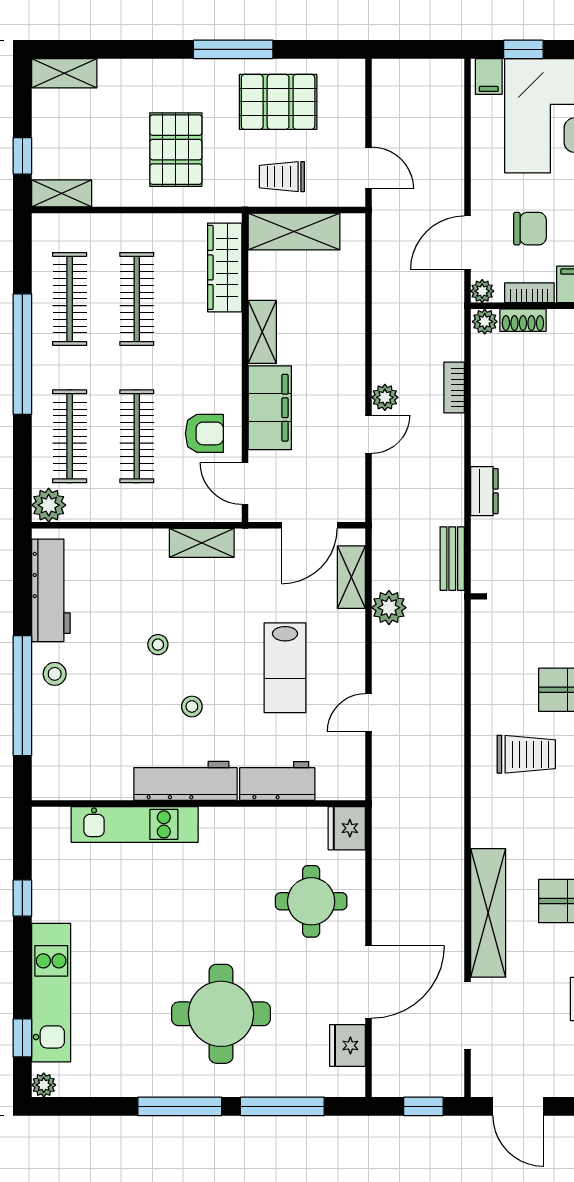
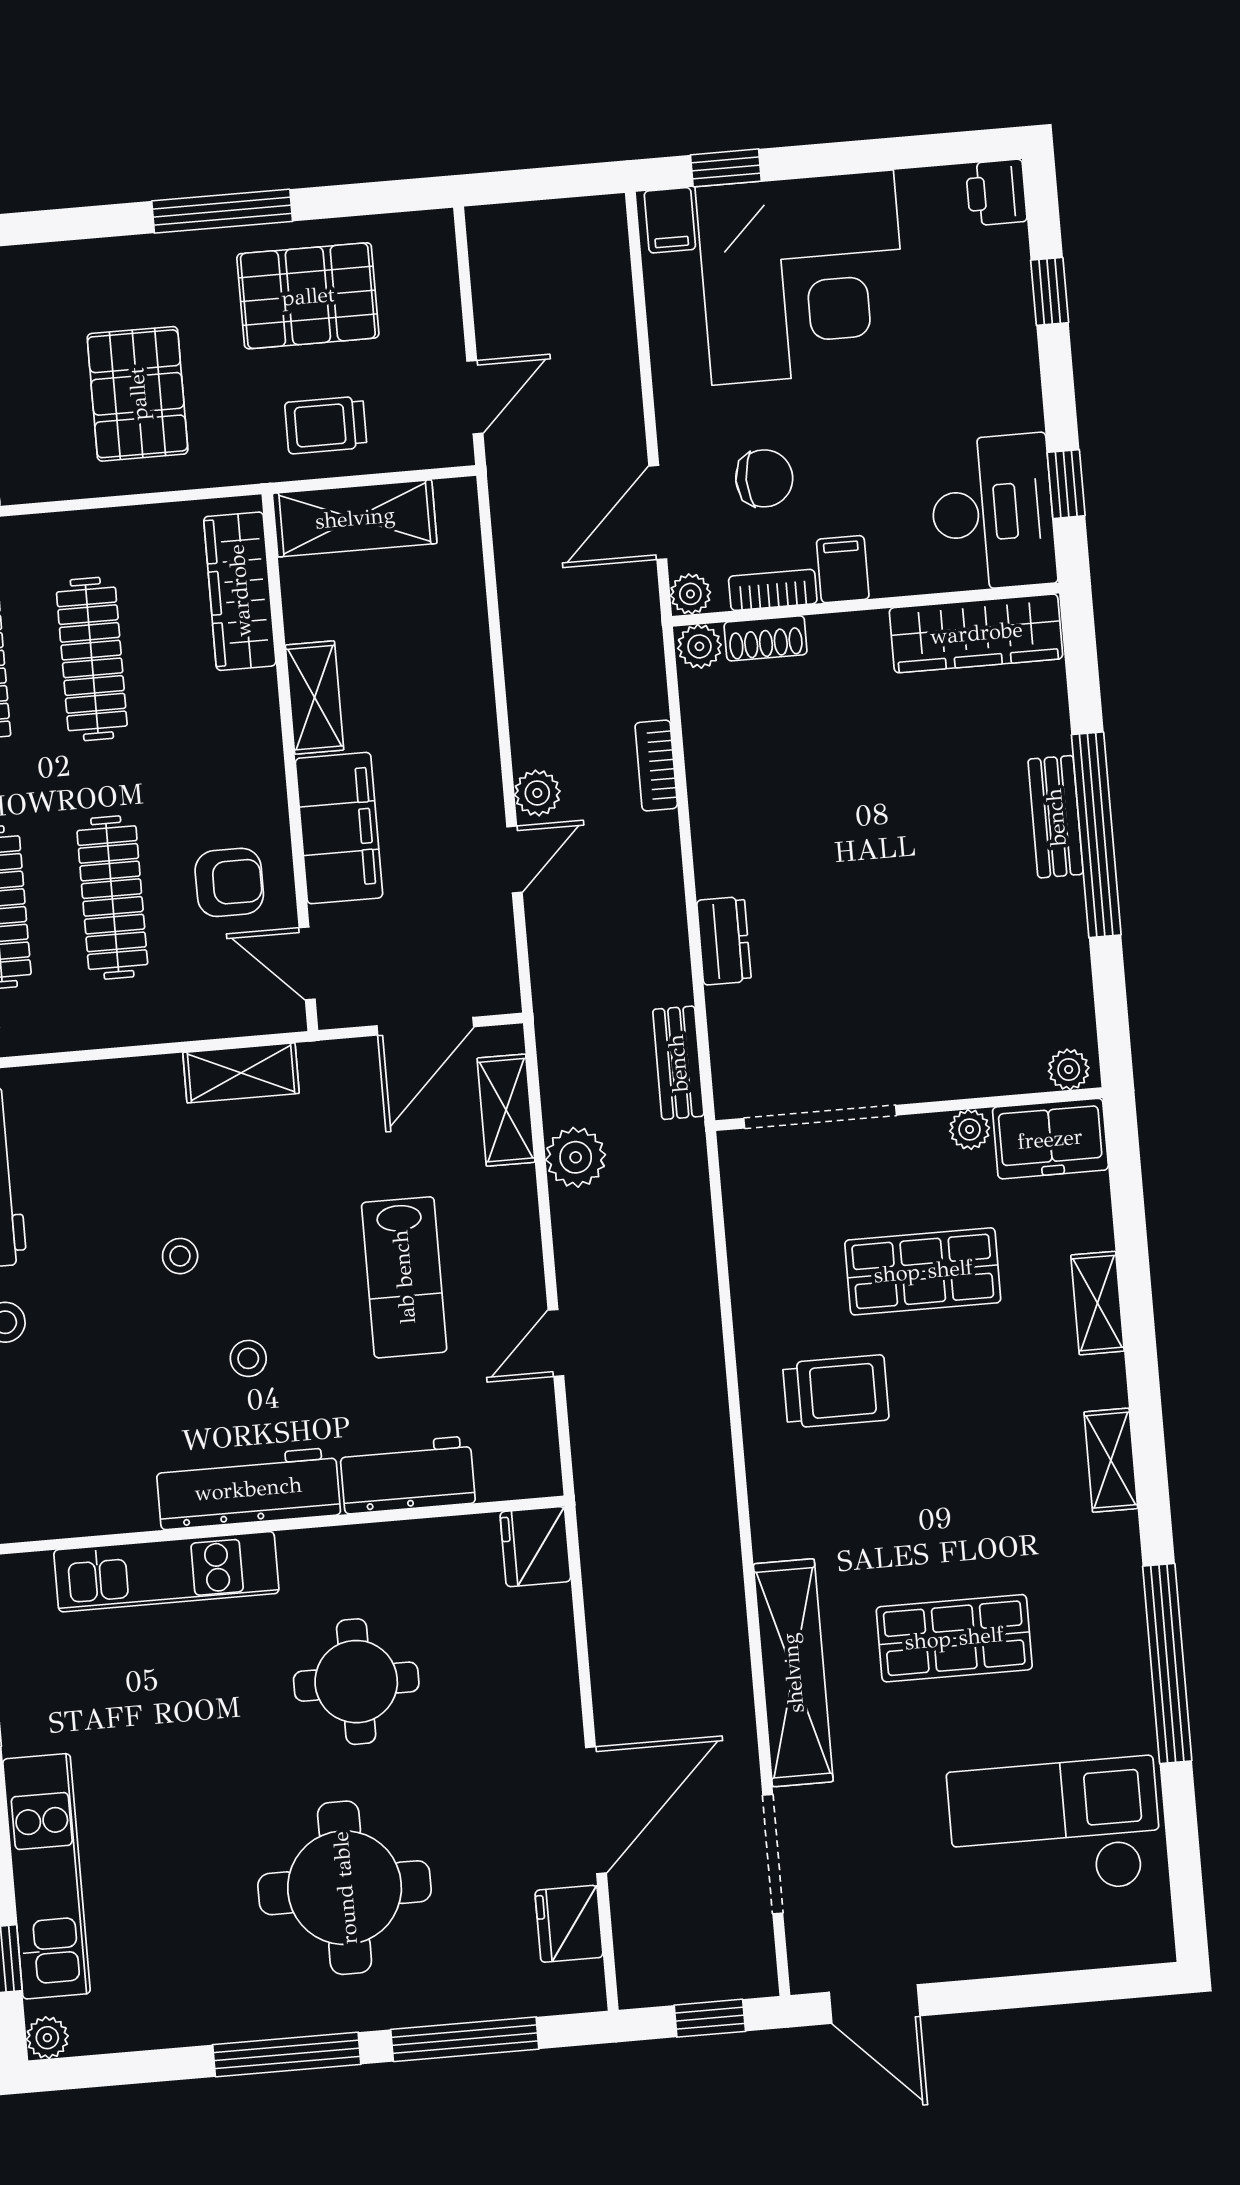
door: (369, 168) -> (475, 397), hinge flipped
round table: (311, 901) -> (356, 1682), moved

